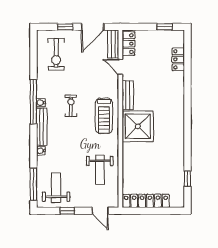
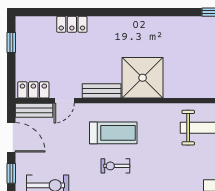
locker: (178, 59) -> (72, 24), moved
treadmill: (104, 116) -> (113, 133), moved

